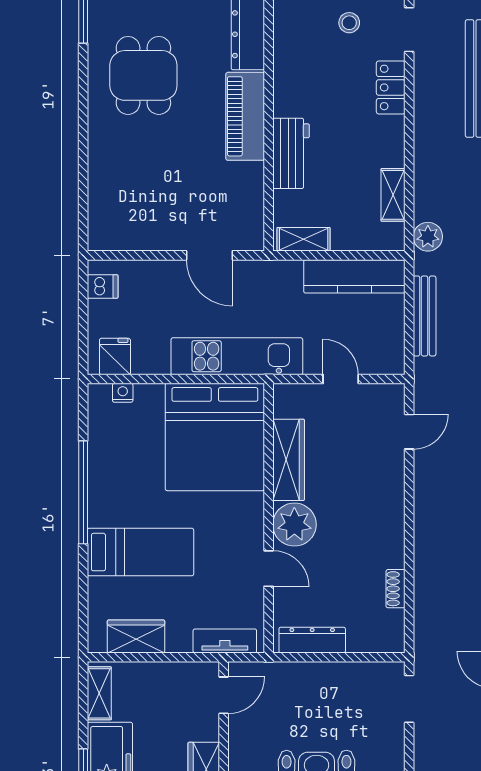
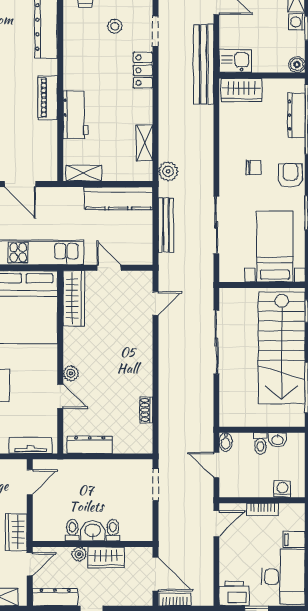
piano: (245, 116) -> (48, 98), width x0.73, depth x0.75
wardrobe: (289, 460) -> (74, 298), moved
plant: (294, 525) -> (71, 373), width x0.53, depth x0.53

